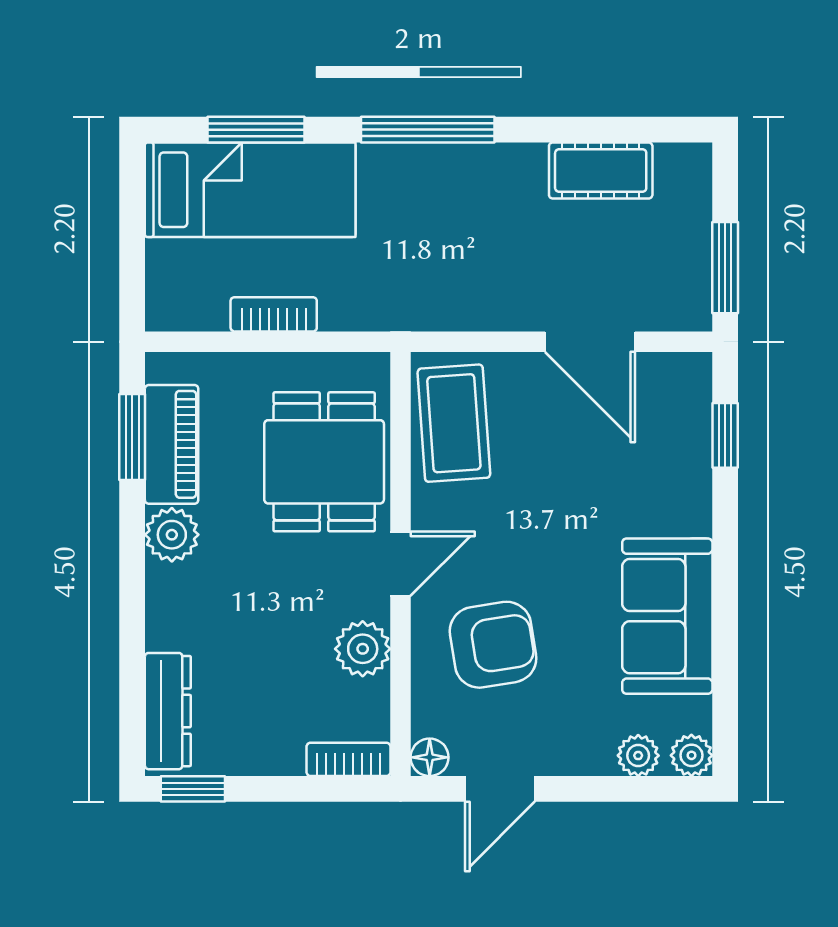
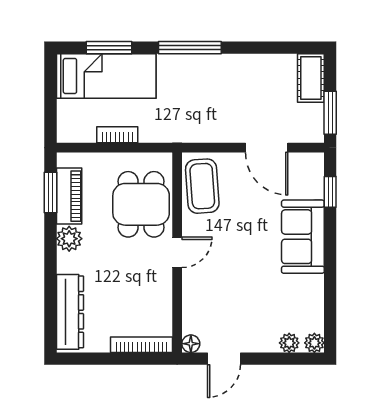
cot: (601, 171) -> (311, 78), moved, turned 90
sofa: (667, 616) -> (303, 237), moved
armchair: (493, 645) -> (221, 291), removed
plant: (363, 649) -> (159, 293), removed
dresser: (168, 711) -> (70, 312), width x1.37, depth x1.24
bookcase: (348, 759) -> (141, 345), width x1.56
window: (193, 789) -> (79, 359), removed

